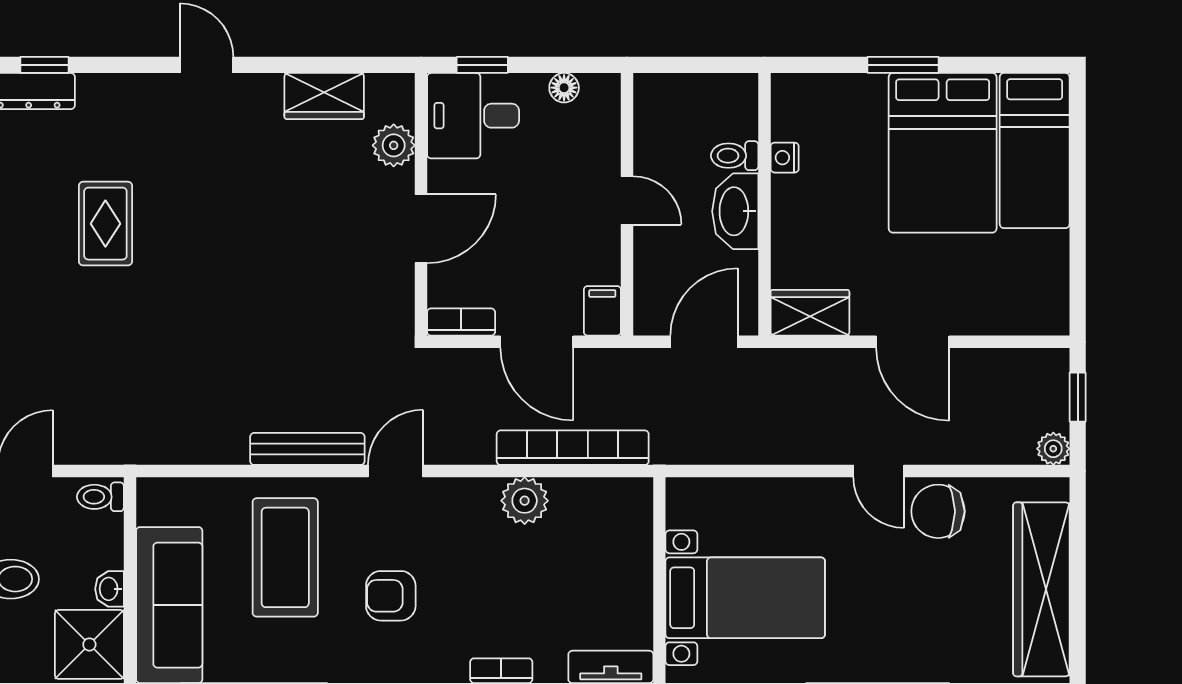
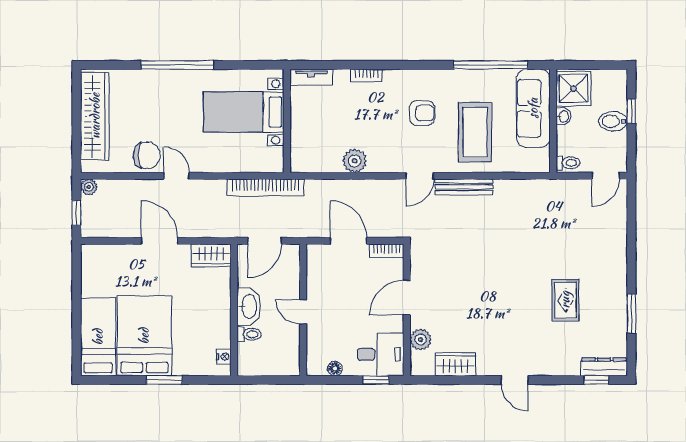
nightstand: (785, 158) -> (224, 357), moved
filing cabinet: (602, 311) -> (316, 256), removed
bookcase: (573, 448) -> (265, 187), moved

